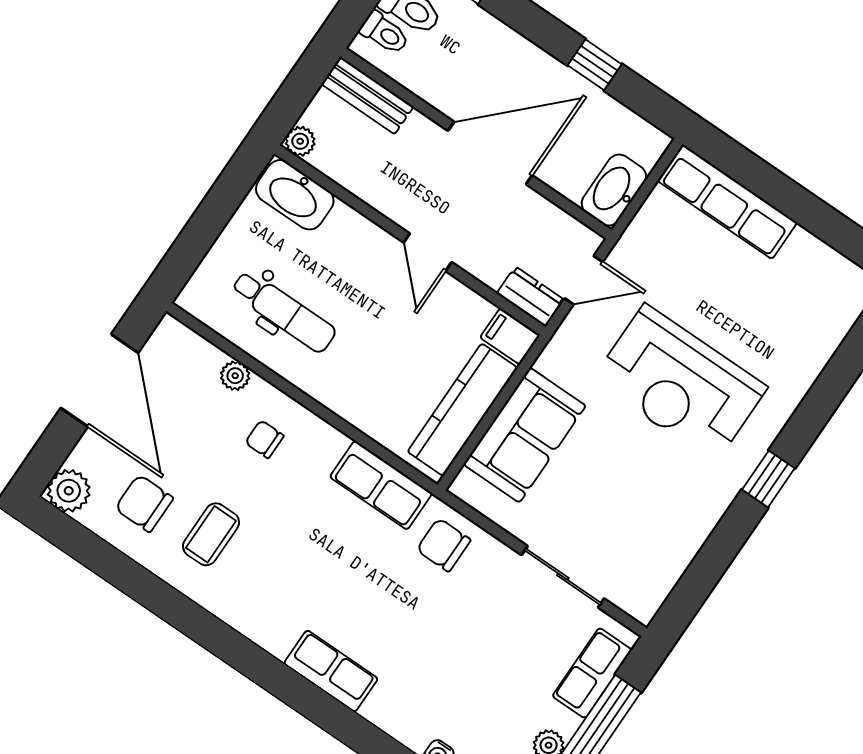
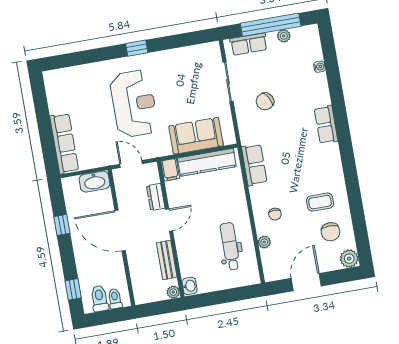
bench: (367, 95) -> (167, 260), moved
washbasin: (295, 195) -> (190, 286), width x0.52, depth x0.69
dresser: (530, 297) -> (156, 197), moved
door: (99, 380) -> (306, 282), width x0.73
chair: (444, 545) -> (265, 101), moved, turned 60

